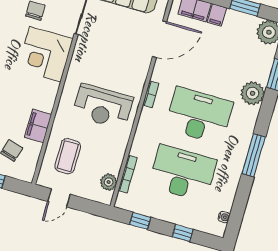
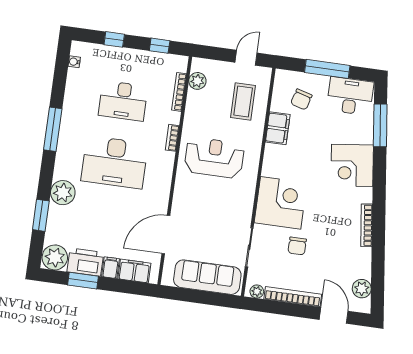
printer: (240, 24) -> (85, 262), added
bookcase: (151, 94) -> (172, 138), moved
desk: (183, 173) -> (123, 101), width x0.73, depth x0.77

